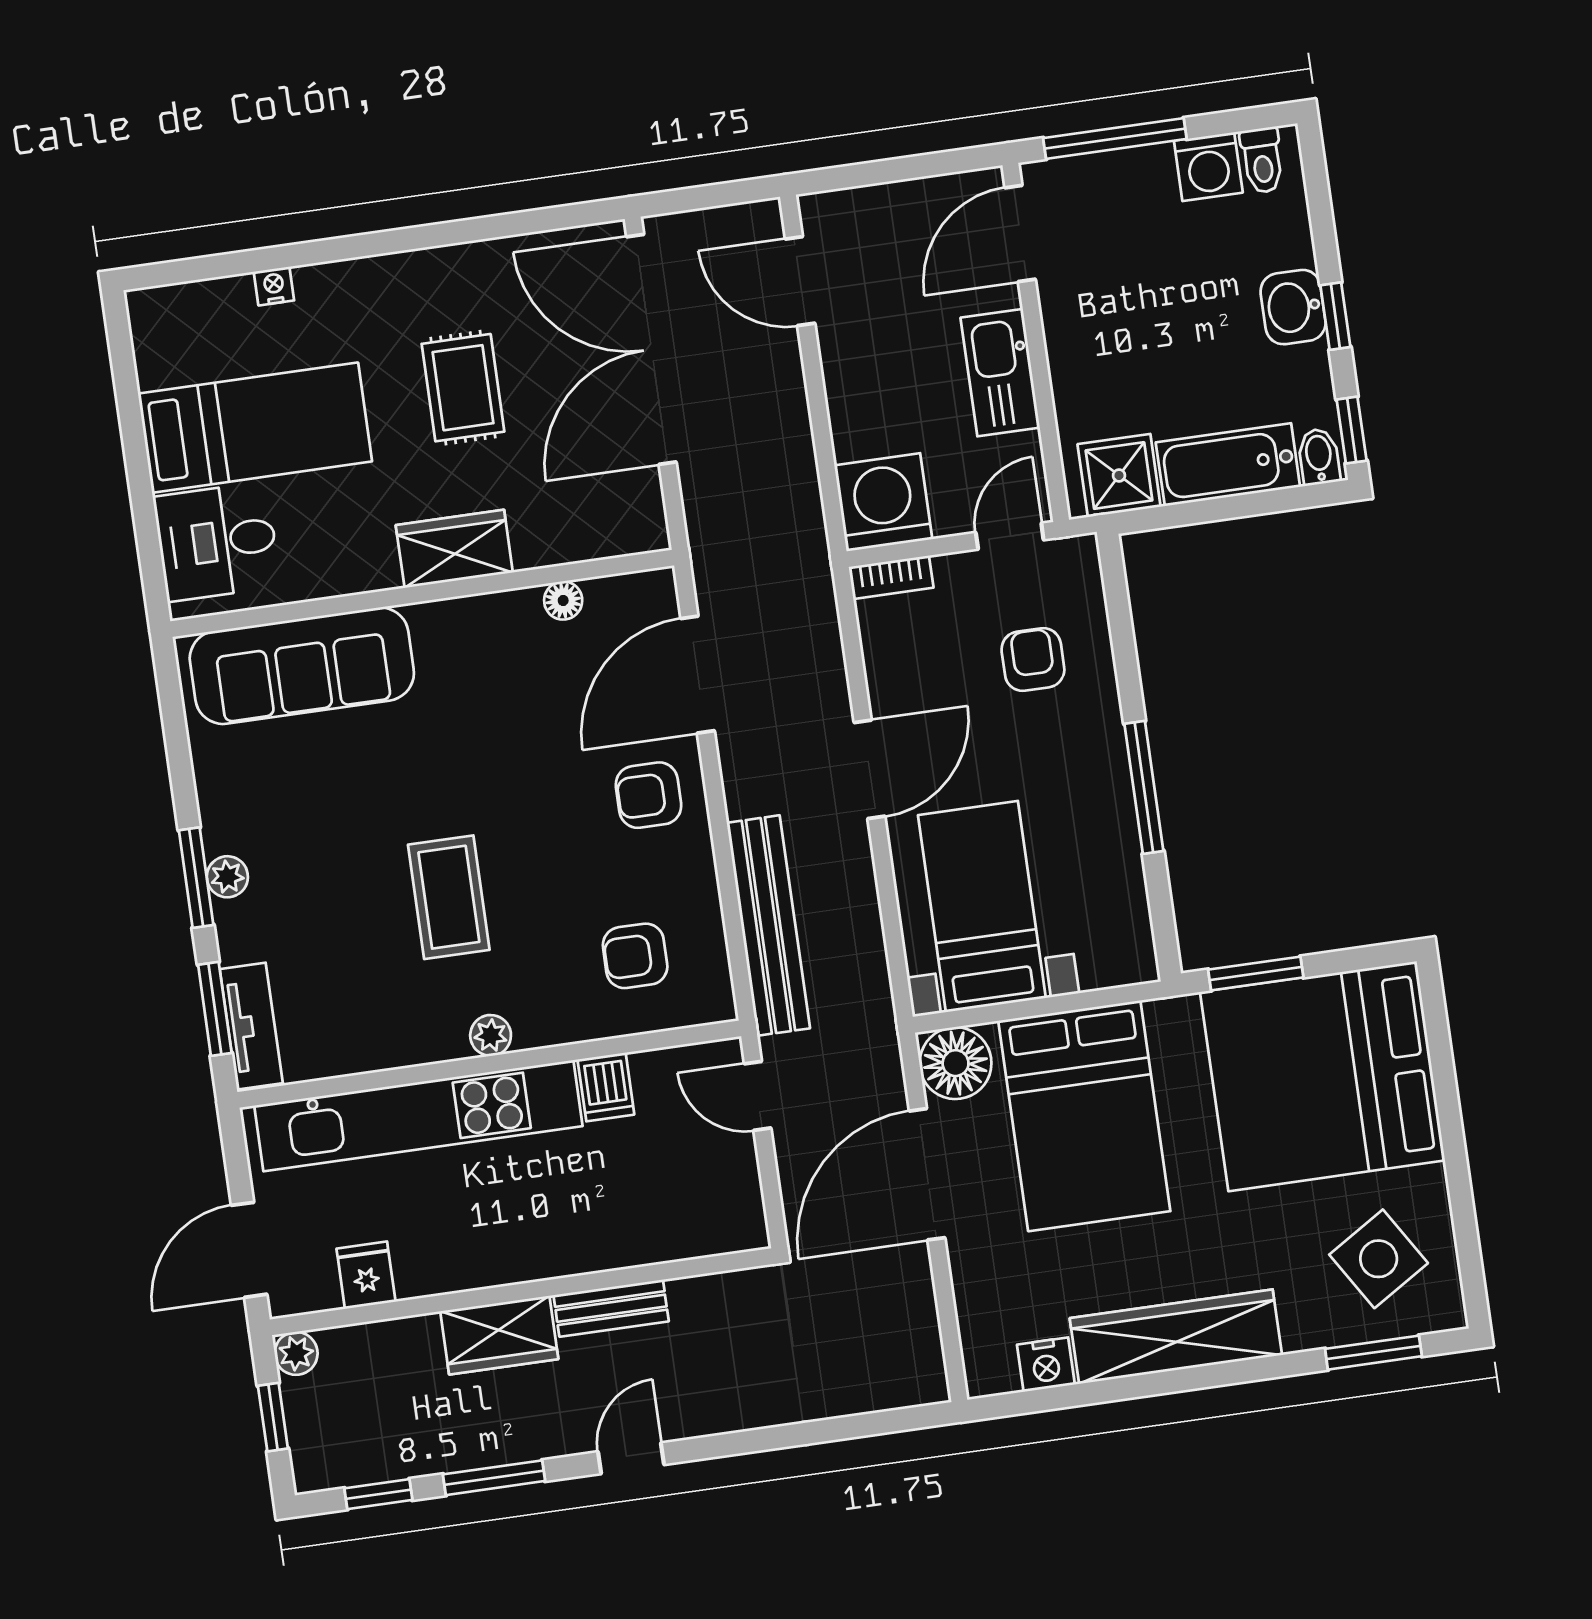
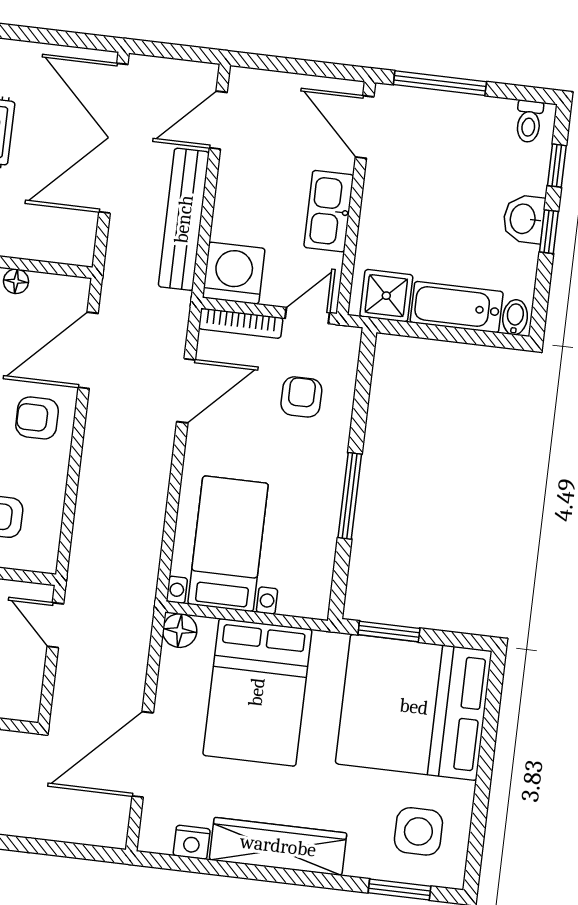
washing machine: (1208, 167) -> (494, 116), removed
door: (1020, 233) -> (365, 127), hinge flipped
door: (800, 281) -> (218, 120), hinge flipped
window: (1352, 430) -> (557, 166), moved
bookcase: (891, 577) -> (241, 323), width x1.56
door: (870, 769) -> (186, 391), moved
bench: (768, 926) -> (184, 219), moved
floor lamp: (956, 1063) -> (180, 631), width x0.73, depth x0.73
door: (927, 1174) -> (143, 754), moved
side table: (1379, 1259) -> (418, 831), turned 32

